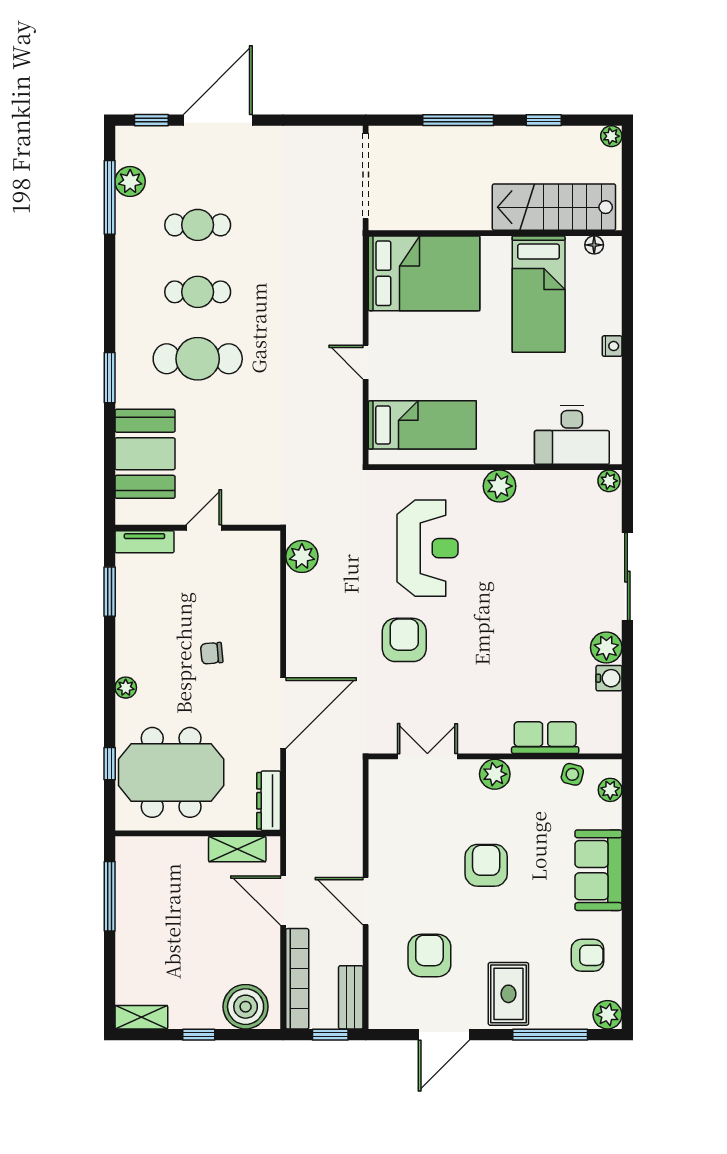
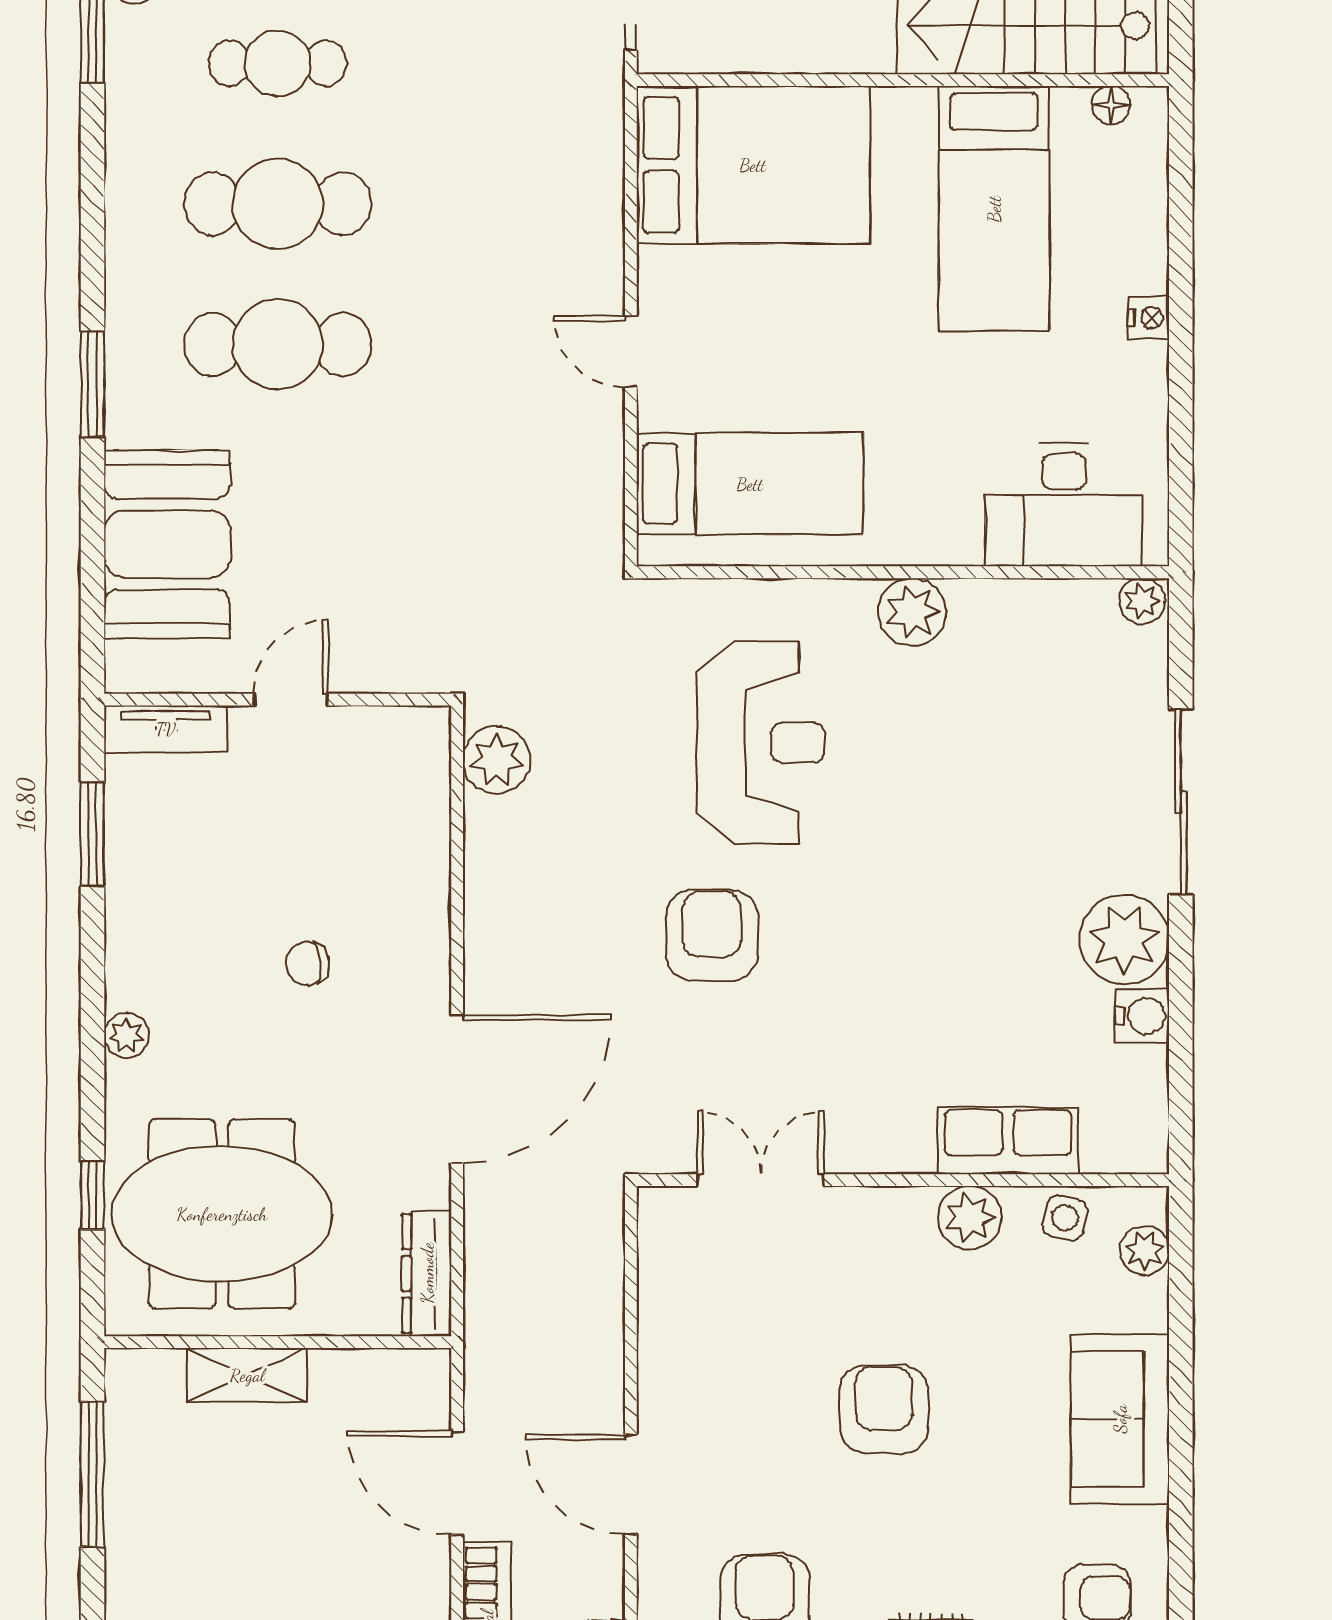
cafe table: (198, 292) -> (278, 204), width x1.37, depth x1.35
plant: (606, 648) -> (1124, 939), width x1.36, depth x1.36
plant: (495, 774) -> (970, 1218), moved
shelving: (237, 849) -> (247, 1375), moved

